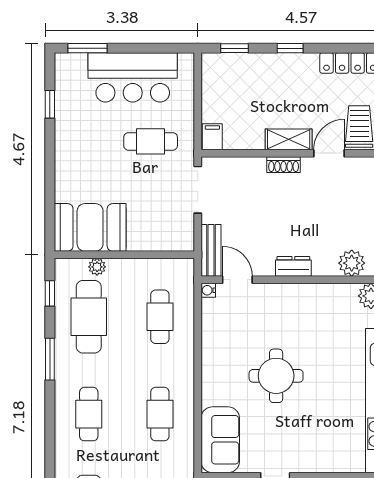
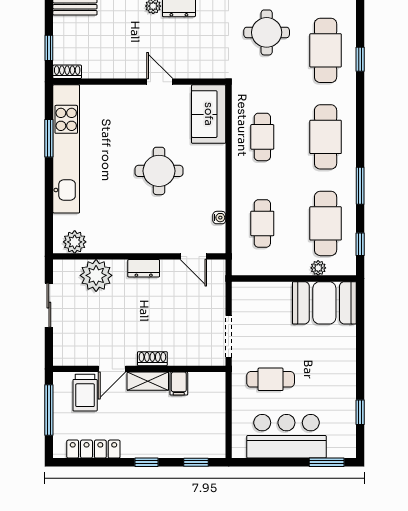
filing cabinet: (212, 137) -> (179, 384), moved
bench: (211, 250) -> (217, 282), removed
plant: (352, 263) -> (96, 275), width x1.36, depth x1.36
water cooler: (208, 290) -> (219, 218), moved
cafe table: (89, 414) -> (326, 137), width x1.37, depth x1.35

